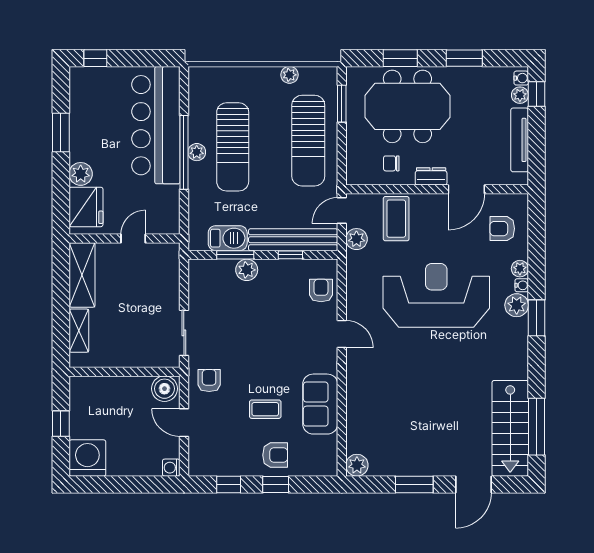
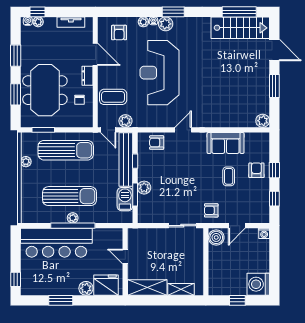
tv unit: (520, 140) -> (71, 22), width x0.71

